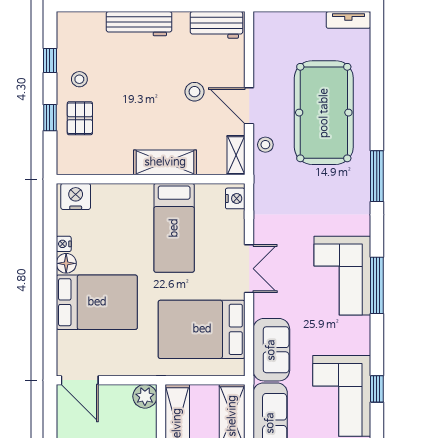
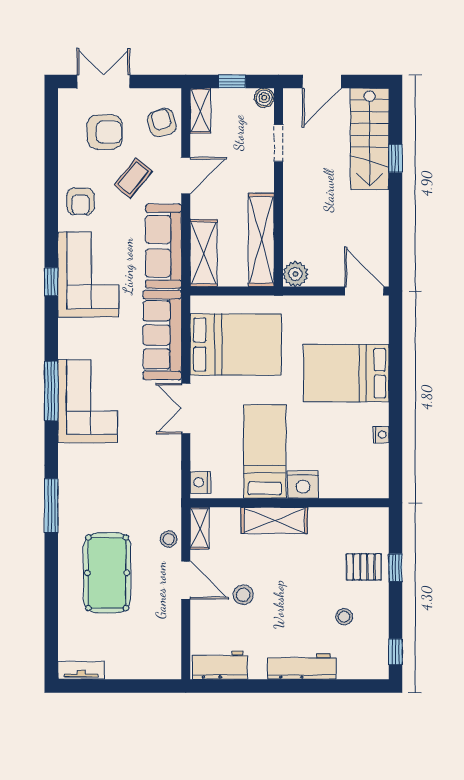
window: (50, 61) -> (395, 652), moved
stool: (79, 79) -> (344, 617), moved
pool table: (324, 113) -> (107, 573), width x0.73, depth x0.76
pallet: (80, 118) -> (364, 567), turned 90
nightstand: (76, 196) -> (303, 485), moved
floor lamp: (66, 263) -> (378, 414), removed
sofa: (271, 350) -> (162, 335), width x1.36

